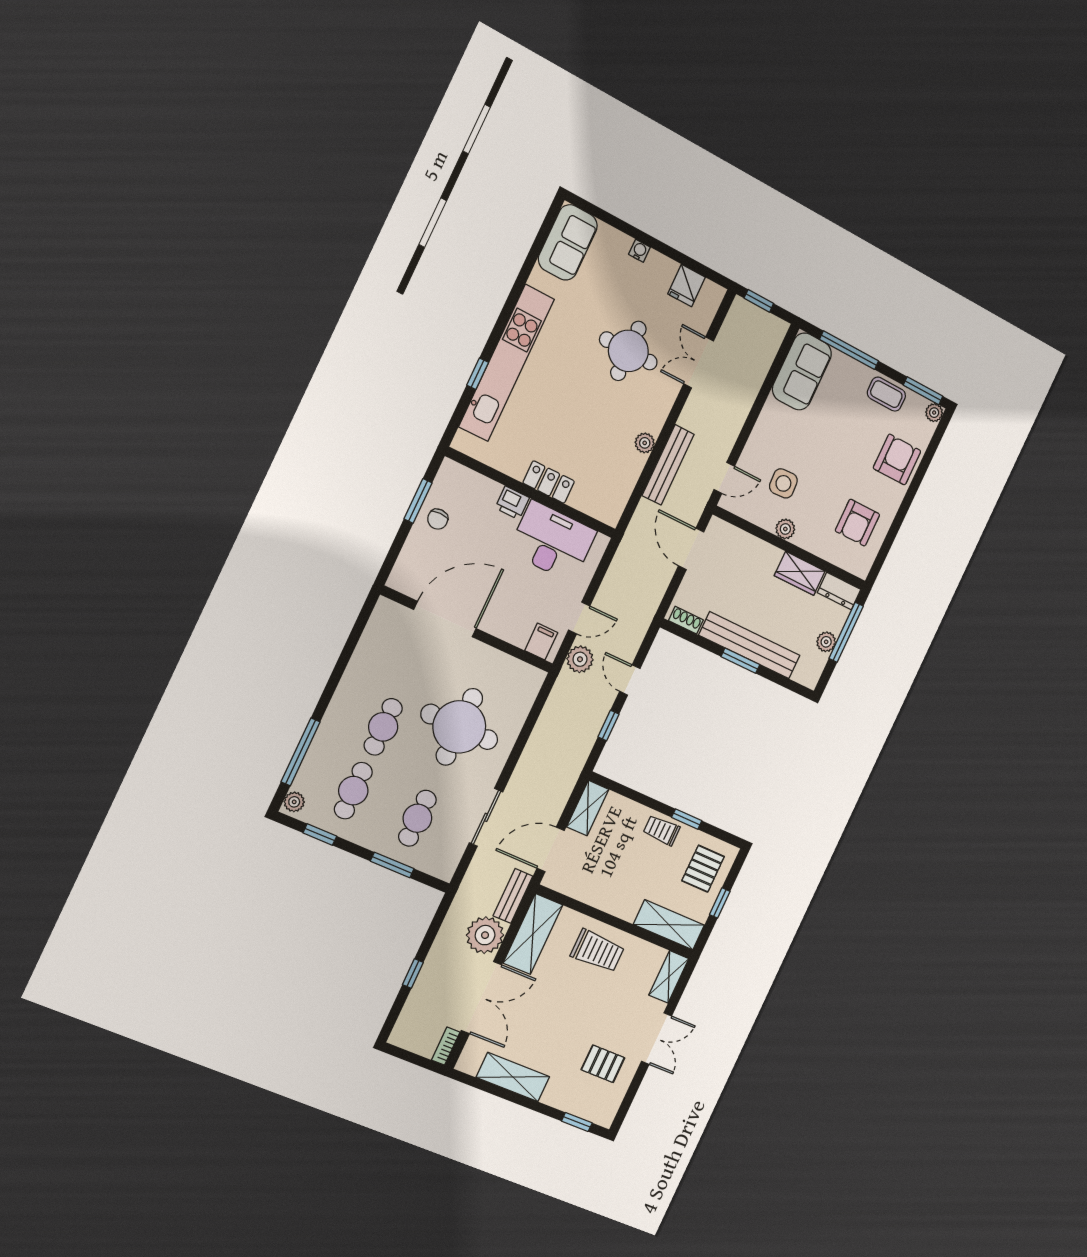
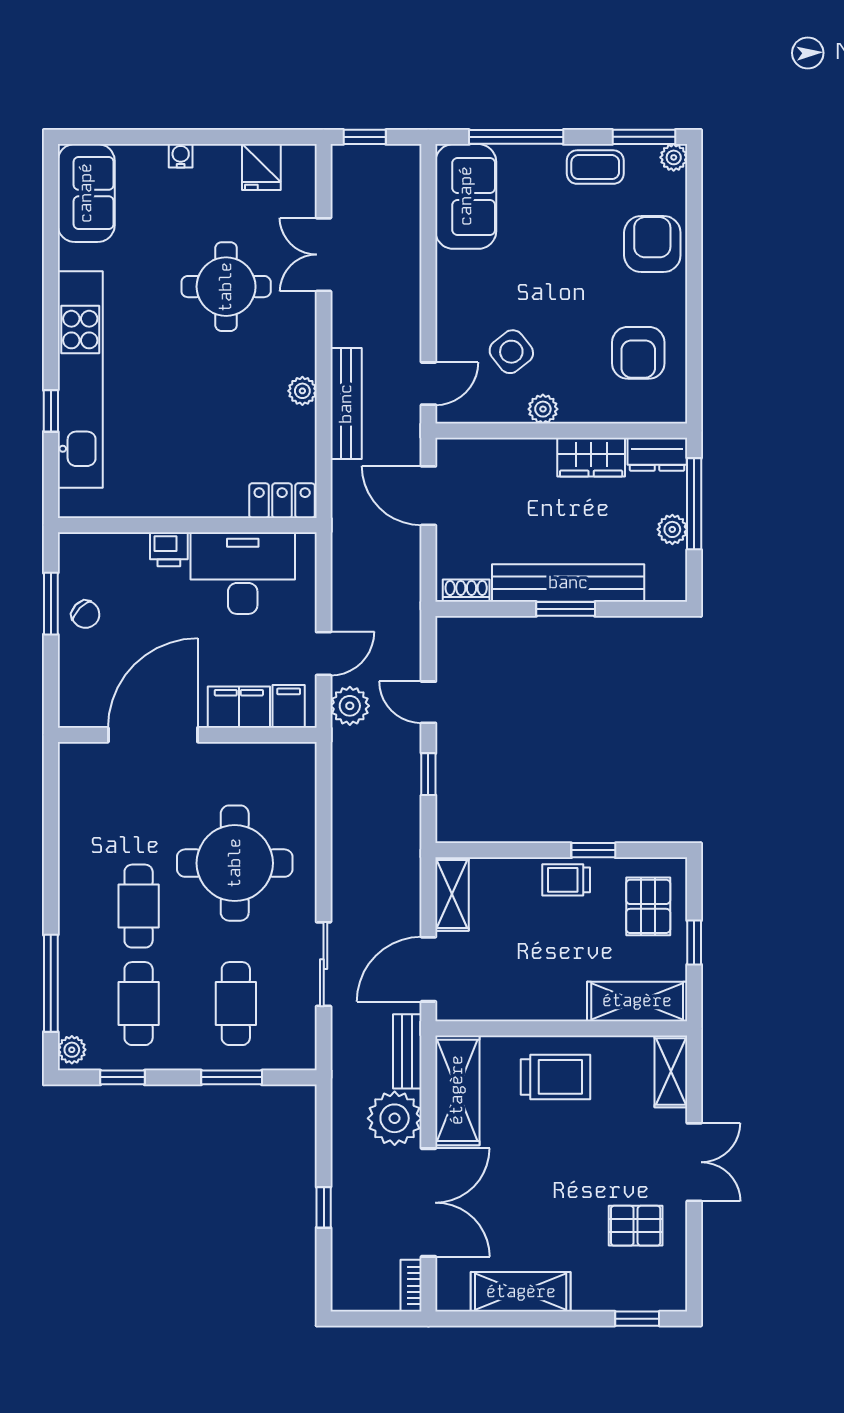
locker: (549, 482) -> (282, 501), moved
side table: (783, 483) -> (511, 352), turned -35
chair: (438, 519) -> (86, 614), turned -46
filing cabinet: (509, 627) -> (239, 707), added

